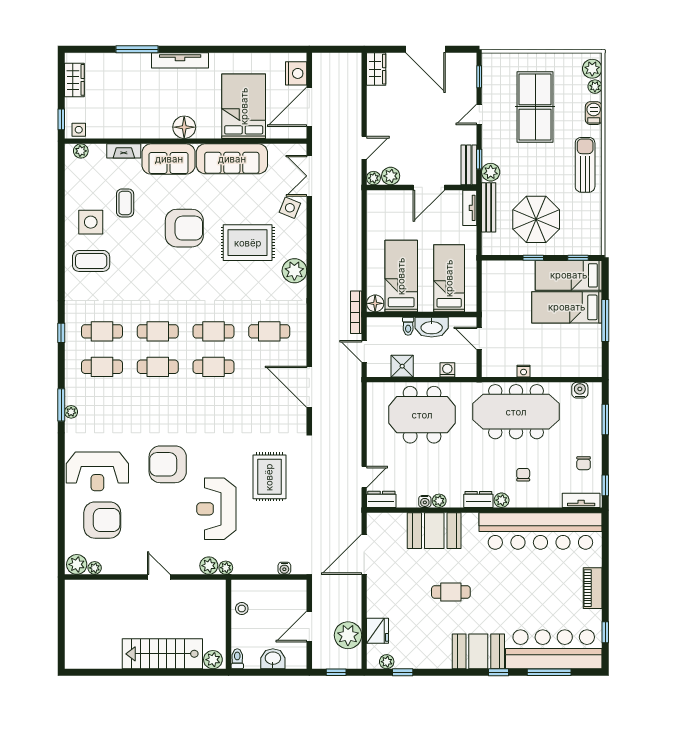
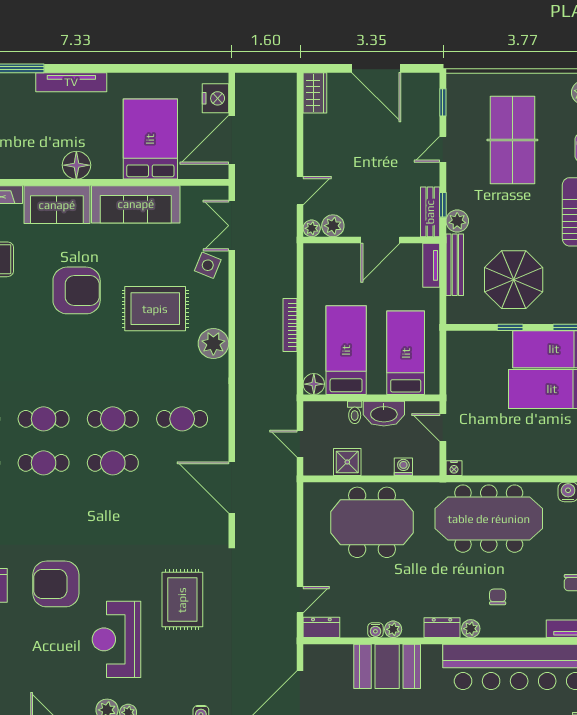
bookcase: (356, 312) -> (290, 325), moved
nightstand: (524, 371) -> (454, 468), moved

